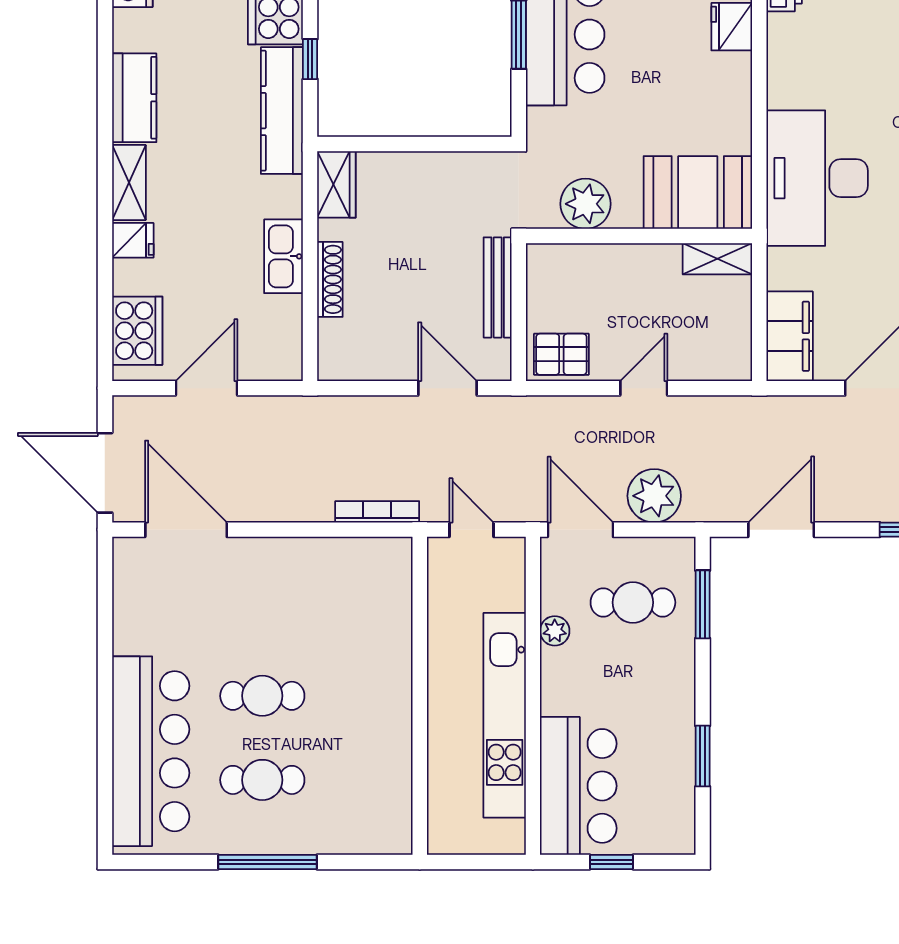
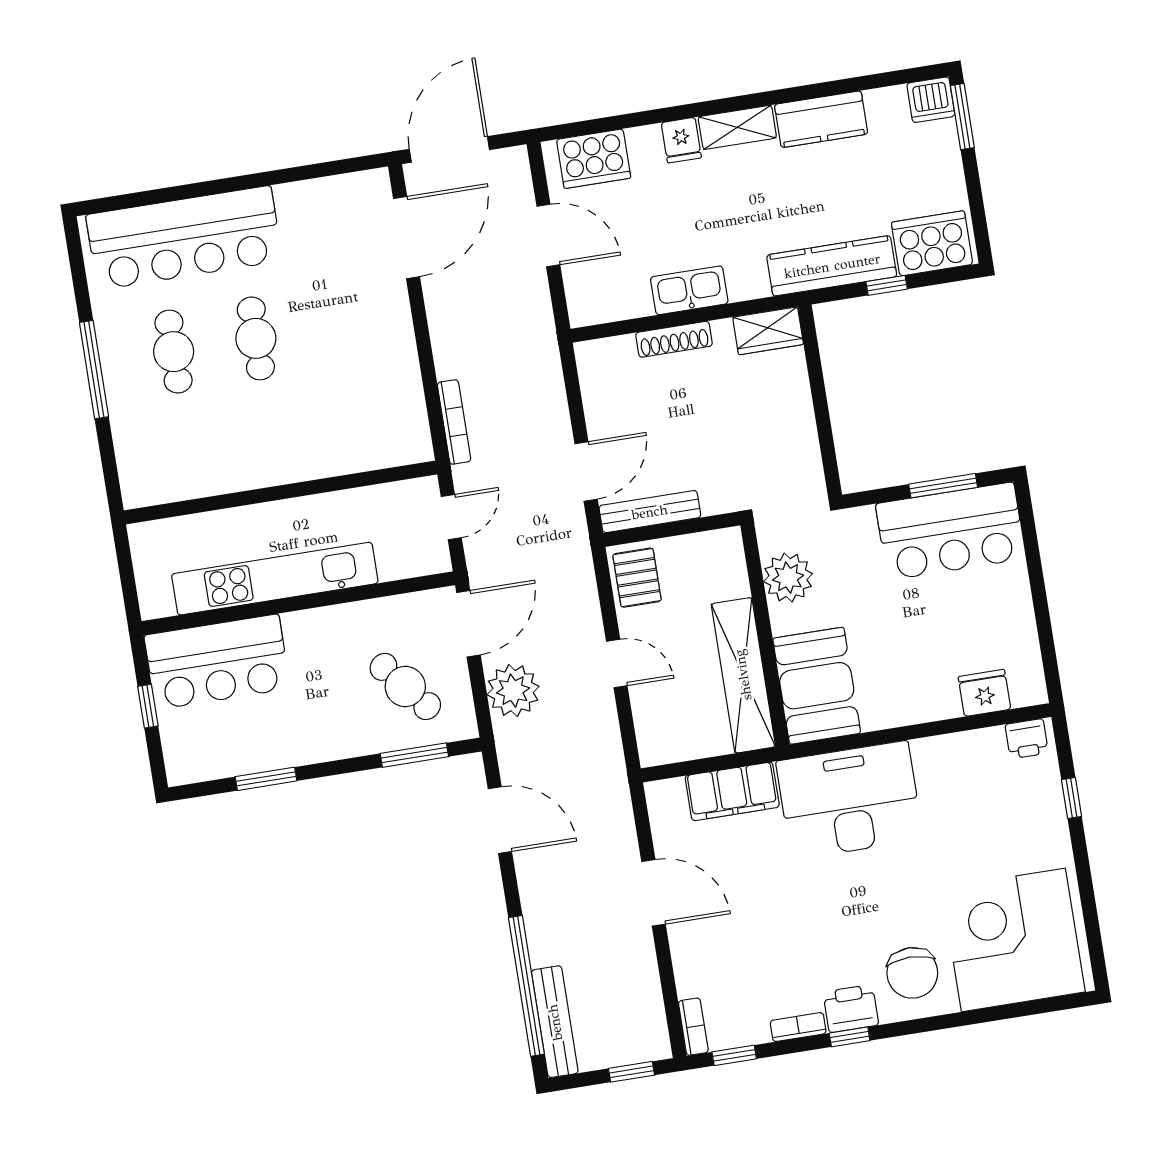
shelving: (717, 259) -> (743, 675), width x2.20, depth x1.33
bench: (498, 287) -> (650, 512), moved
filing cabinet: (790, 336) -> (732, 791), moved
cafe table: (633, 602) -> (405, 687), turned -39
plant: (555, 631) -> (365, 614), removed

